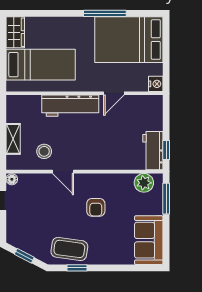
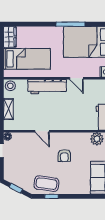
door: (114, 93) -> (77, 78), hinge flipped
stool: (44, 151) -> (10, 86), moved

